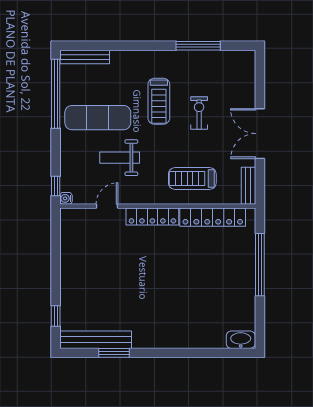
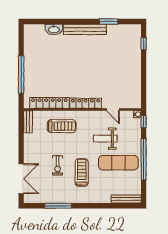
window: (56, 94) -> (144, 159), moved
double door: (260, 134) -> (21, 179), moved
weight bench: (120, 158) -> (105, 139), turned 180
door: (107, 206) -> (113, 110), hinge flipped
bench: (96, 340) -> (85, 29), moved
washbasin: (241, 340) -> (54, 29), moved

